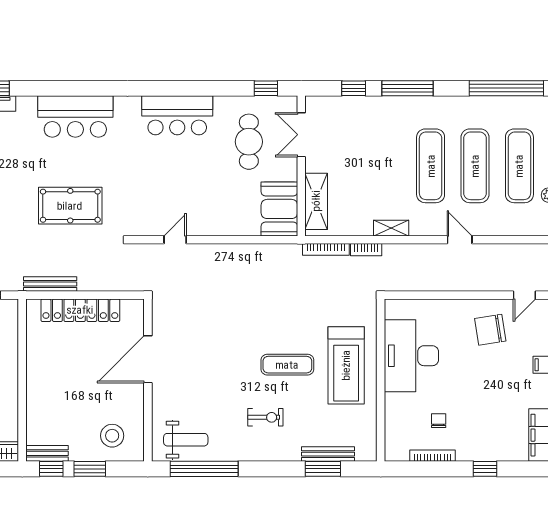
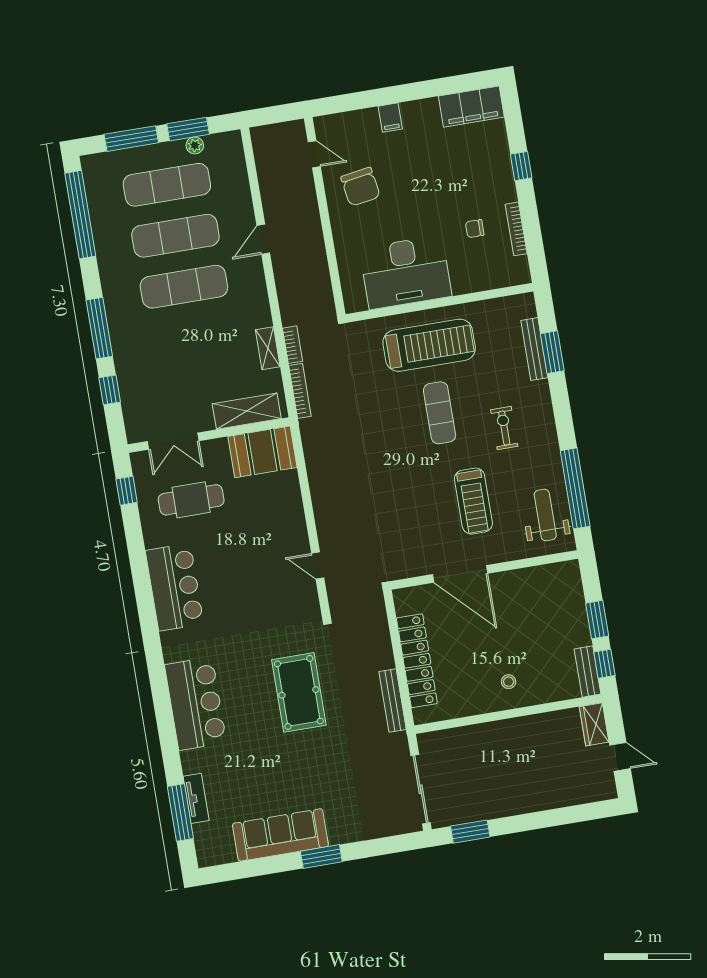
shelving: (391, 228) -> (268, 348), moved
treadmill: (208, 381) -> (473, 501), added
stool: (112, 436) -> (509, 682), moved, width x0.53, depth x0.53

